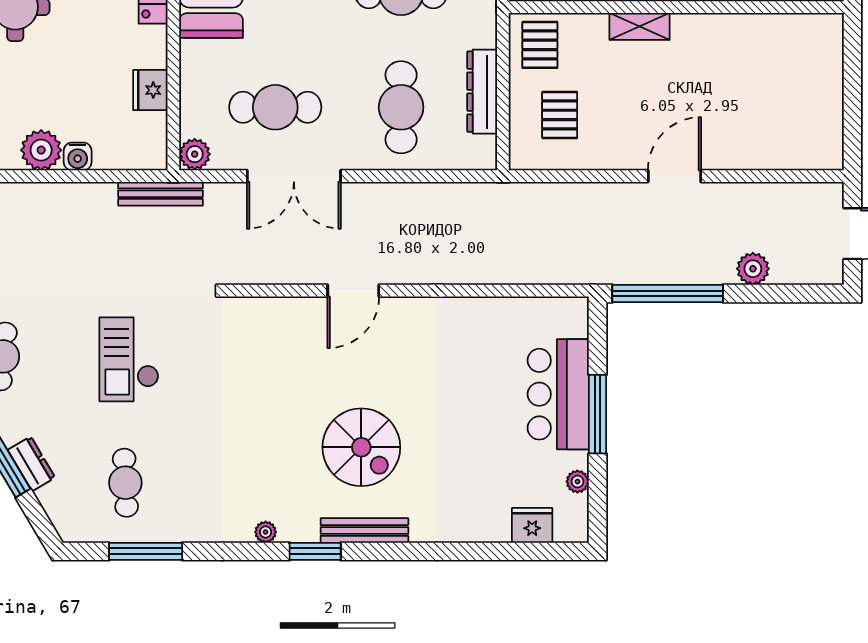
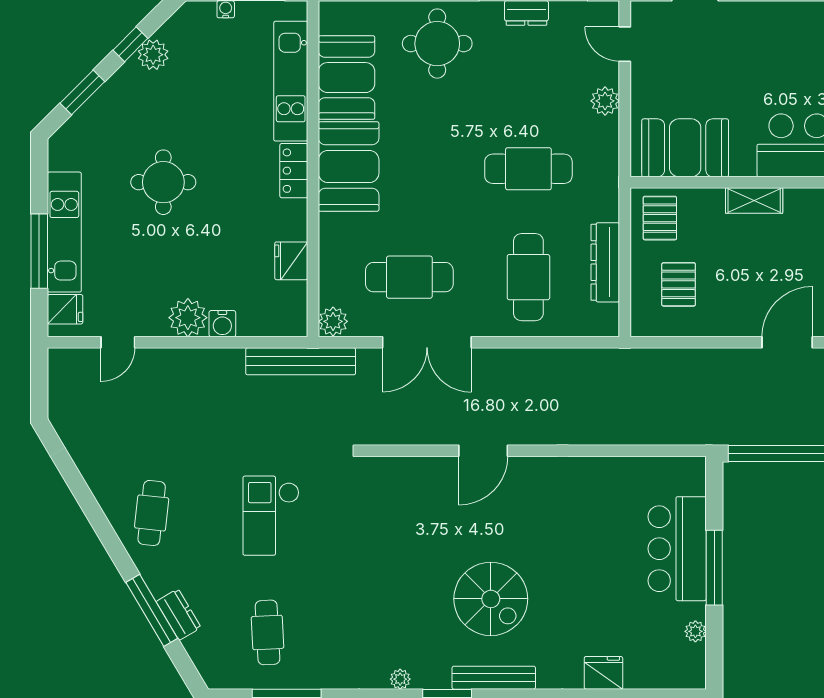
bench: (160, 194) -> (301, 361), width x1.37, depth x1.21
fridge: (532, 525) -> (603, 673), moved

